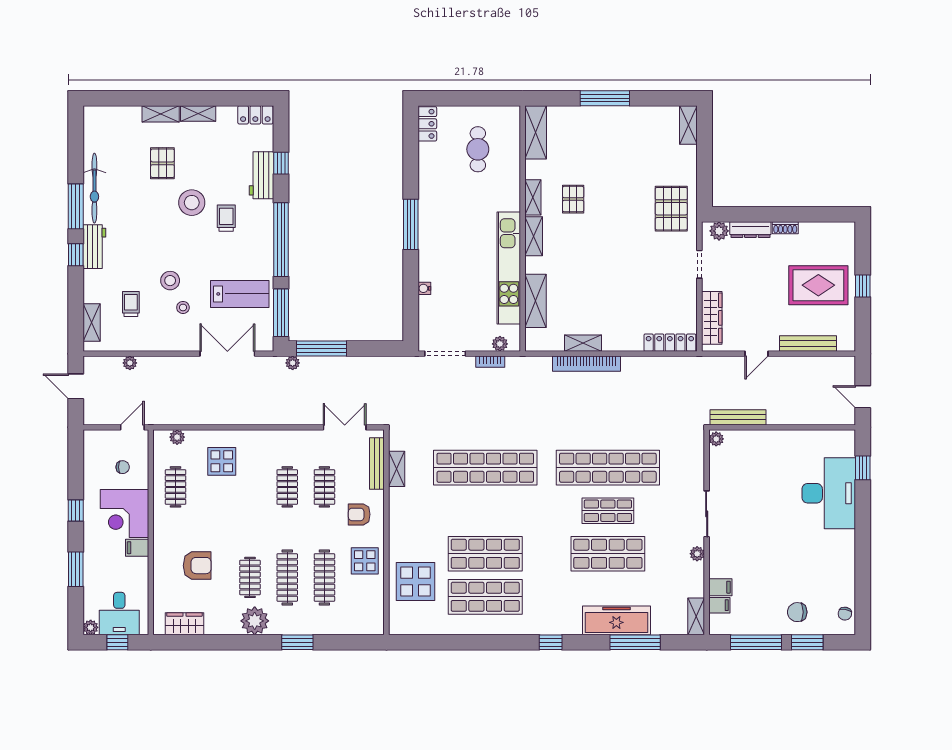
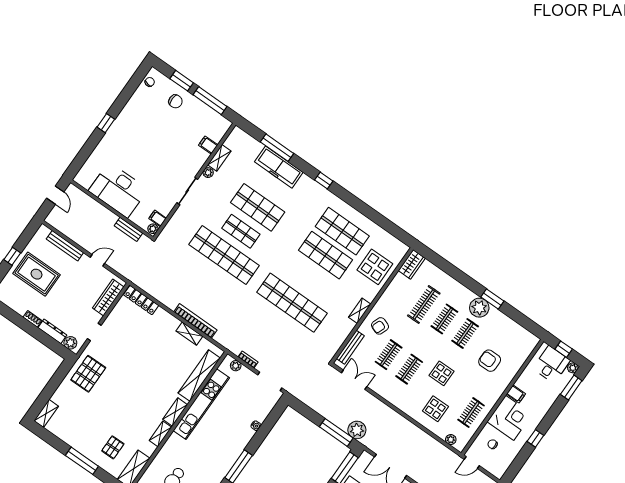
pallet: (573, 199) -> (113, 447), moved
shelving: (536, 301) -> (199, 376), width x1.47
plant: (293, 363) -> (357, 430), width x1.87, depth x1.87
bench: (738, 417) -> (128, 229), width x0.73
double door: (345, 427) -> (354, 380), swing flipped
window: (863, 468) -> (106, 123), moved
shelving: (397, 469) -> (360, 311), moved
desk: (829, 493) -> (118, 190), moved, turned -90
armchair: (359, 514) -> (380, 326), turned 110
display table: (365, 561) -> (441, 373), moved
window: (76, 569) -> (571, 388), moved
clothes rail: (287, 577) -> (444, 319), width x0.73
filing cabinet: (719, 605) -> (158, 218), moved
shelving: (696, 616) -> (219, 158), moved
wardrobe: (184, 624) -> (412, 264), moved, turned -90
window: (297, 642) -> (492, 299), moved

